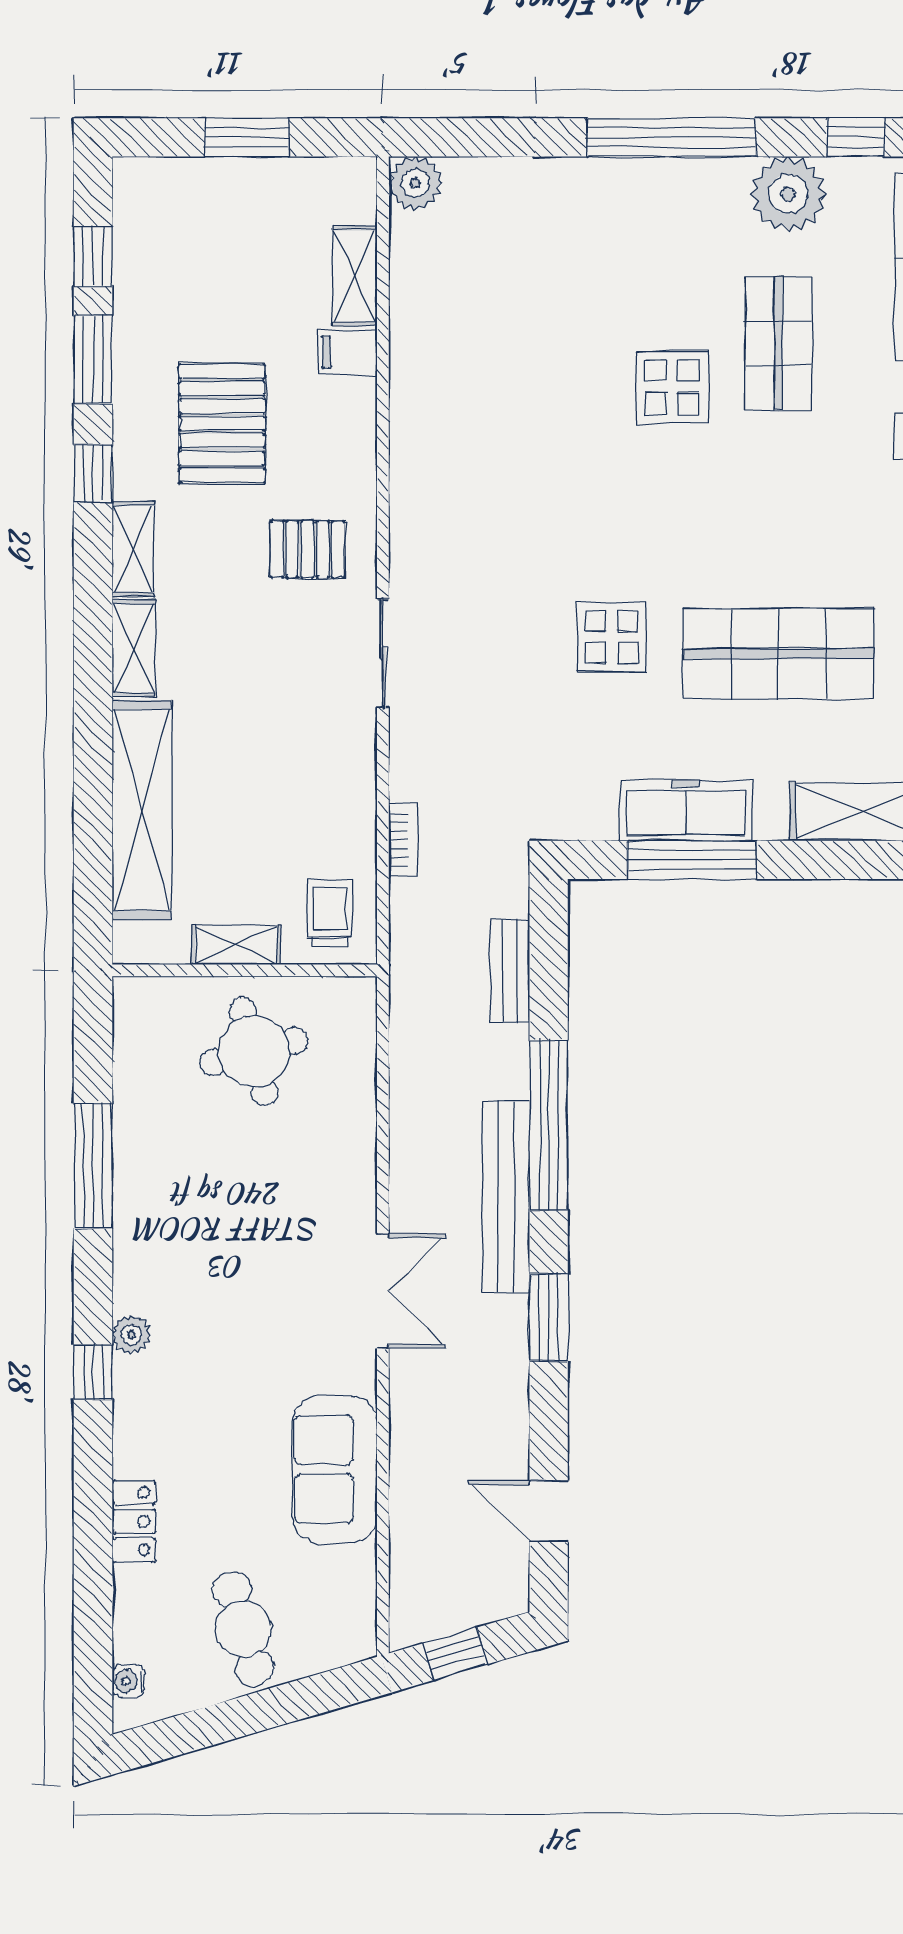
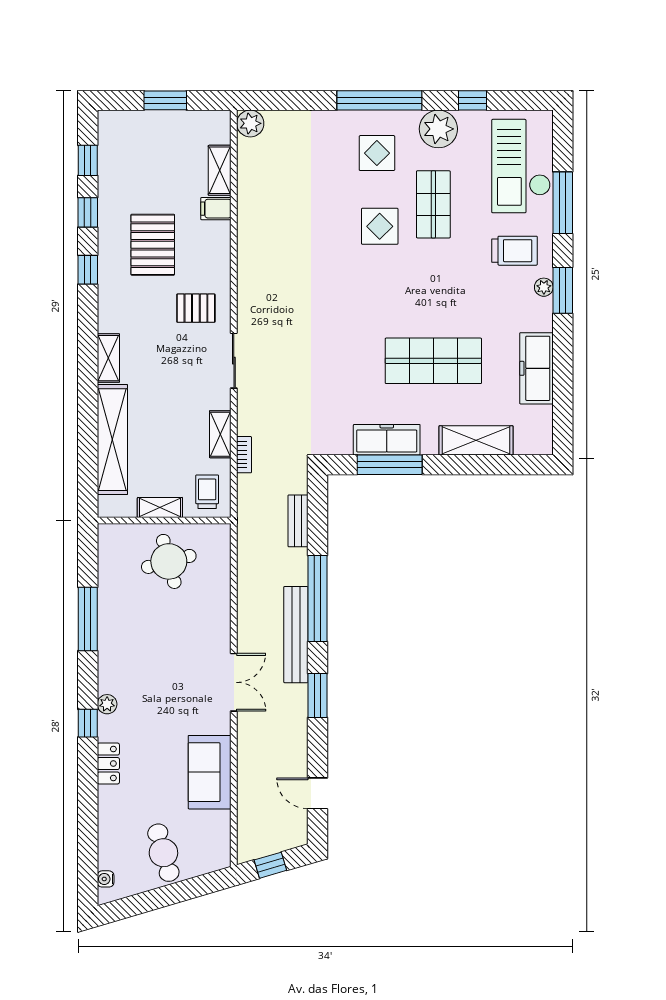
window: (93, 360) -> (88, 212), width x0.67
shelving: (133, 549) -> (220, 434), moved
display table: (612, 637) -> (377, 153), moved
locker: (134, 1521) -> (108, 764), moved

